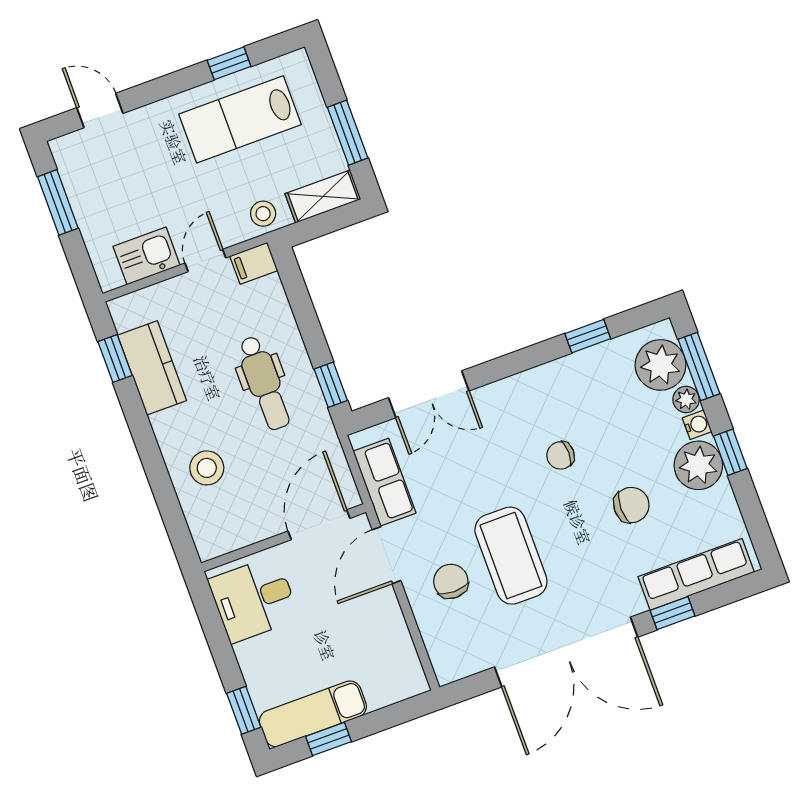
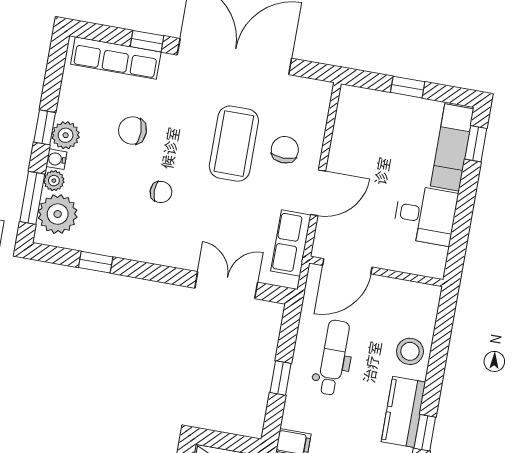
window: (331, 385) -> (281, 378), moved
plant: (698, 465) -> (66, 135), width x0.73, depth x0.73
stool: (207, 468) -> (410, 351), moved
door: (319, 525) -> (347, 266), moved
wall: (284, 538) -> (376, 271), moved
chair: (451, 581) -> (285, 150), turned 180
exam couch: (313, 714) -> (452, 147), moved, turned 90
window: (328, 739) -> (408, 87), moved

